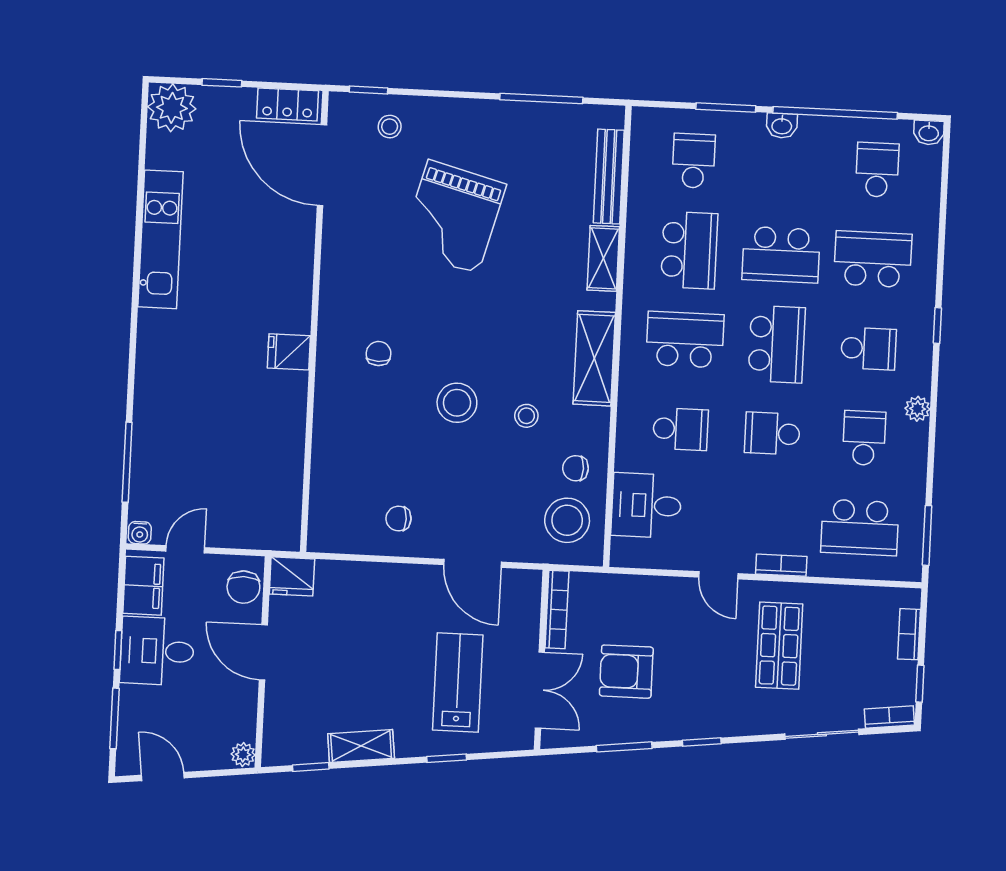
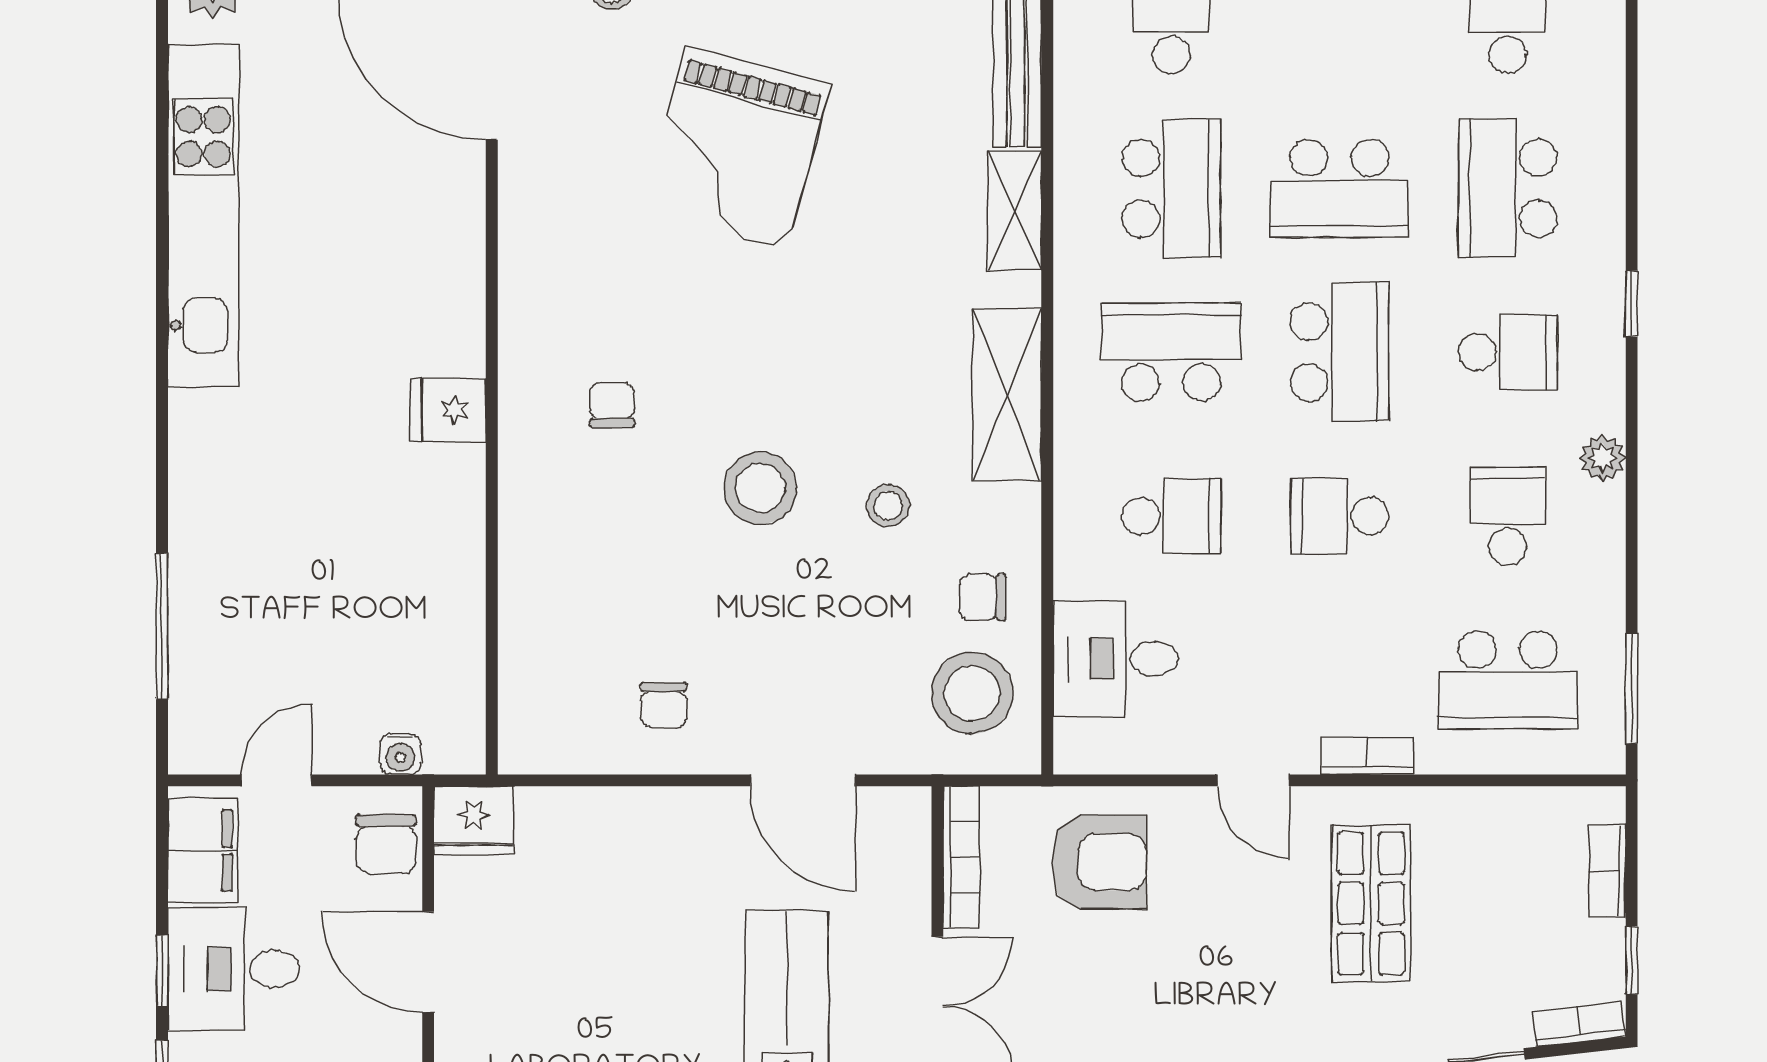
kitchen unit: (160, 239) -> (203, 216), width x1.36
school desk: (873, 259) -> (1508, 188), turned -90
chair: (399, 519) -> (663, 705), turned -90
water cooler: (140, 533) -> (400, 754), moved
armchair: (626, 672) -> (1099, 862), moved, turned 180

